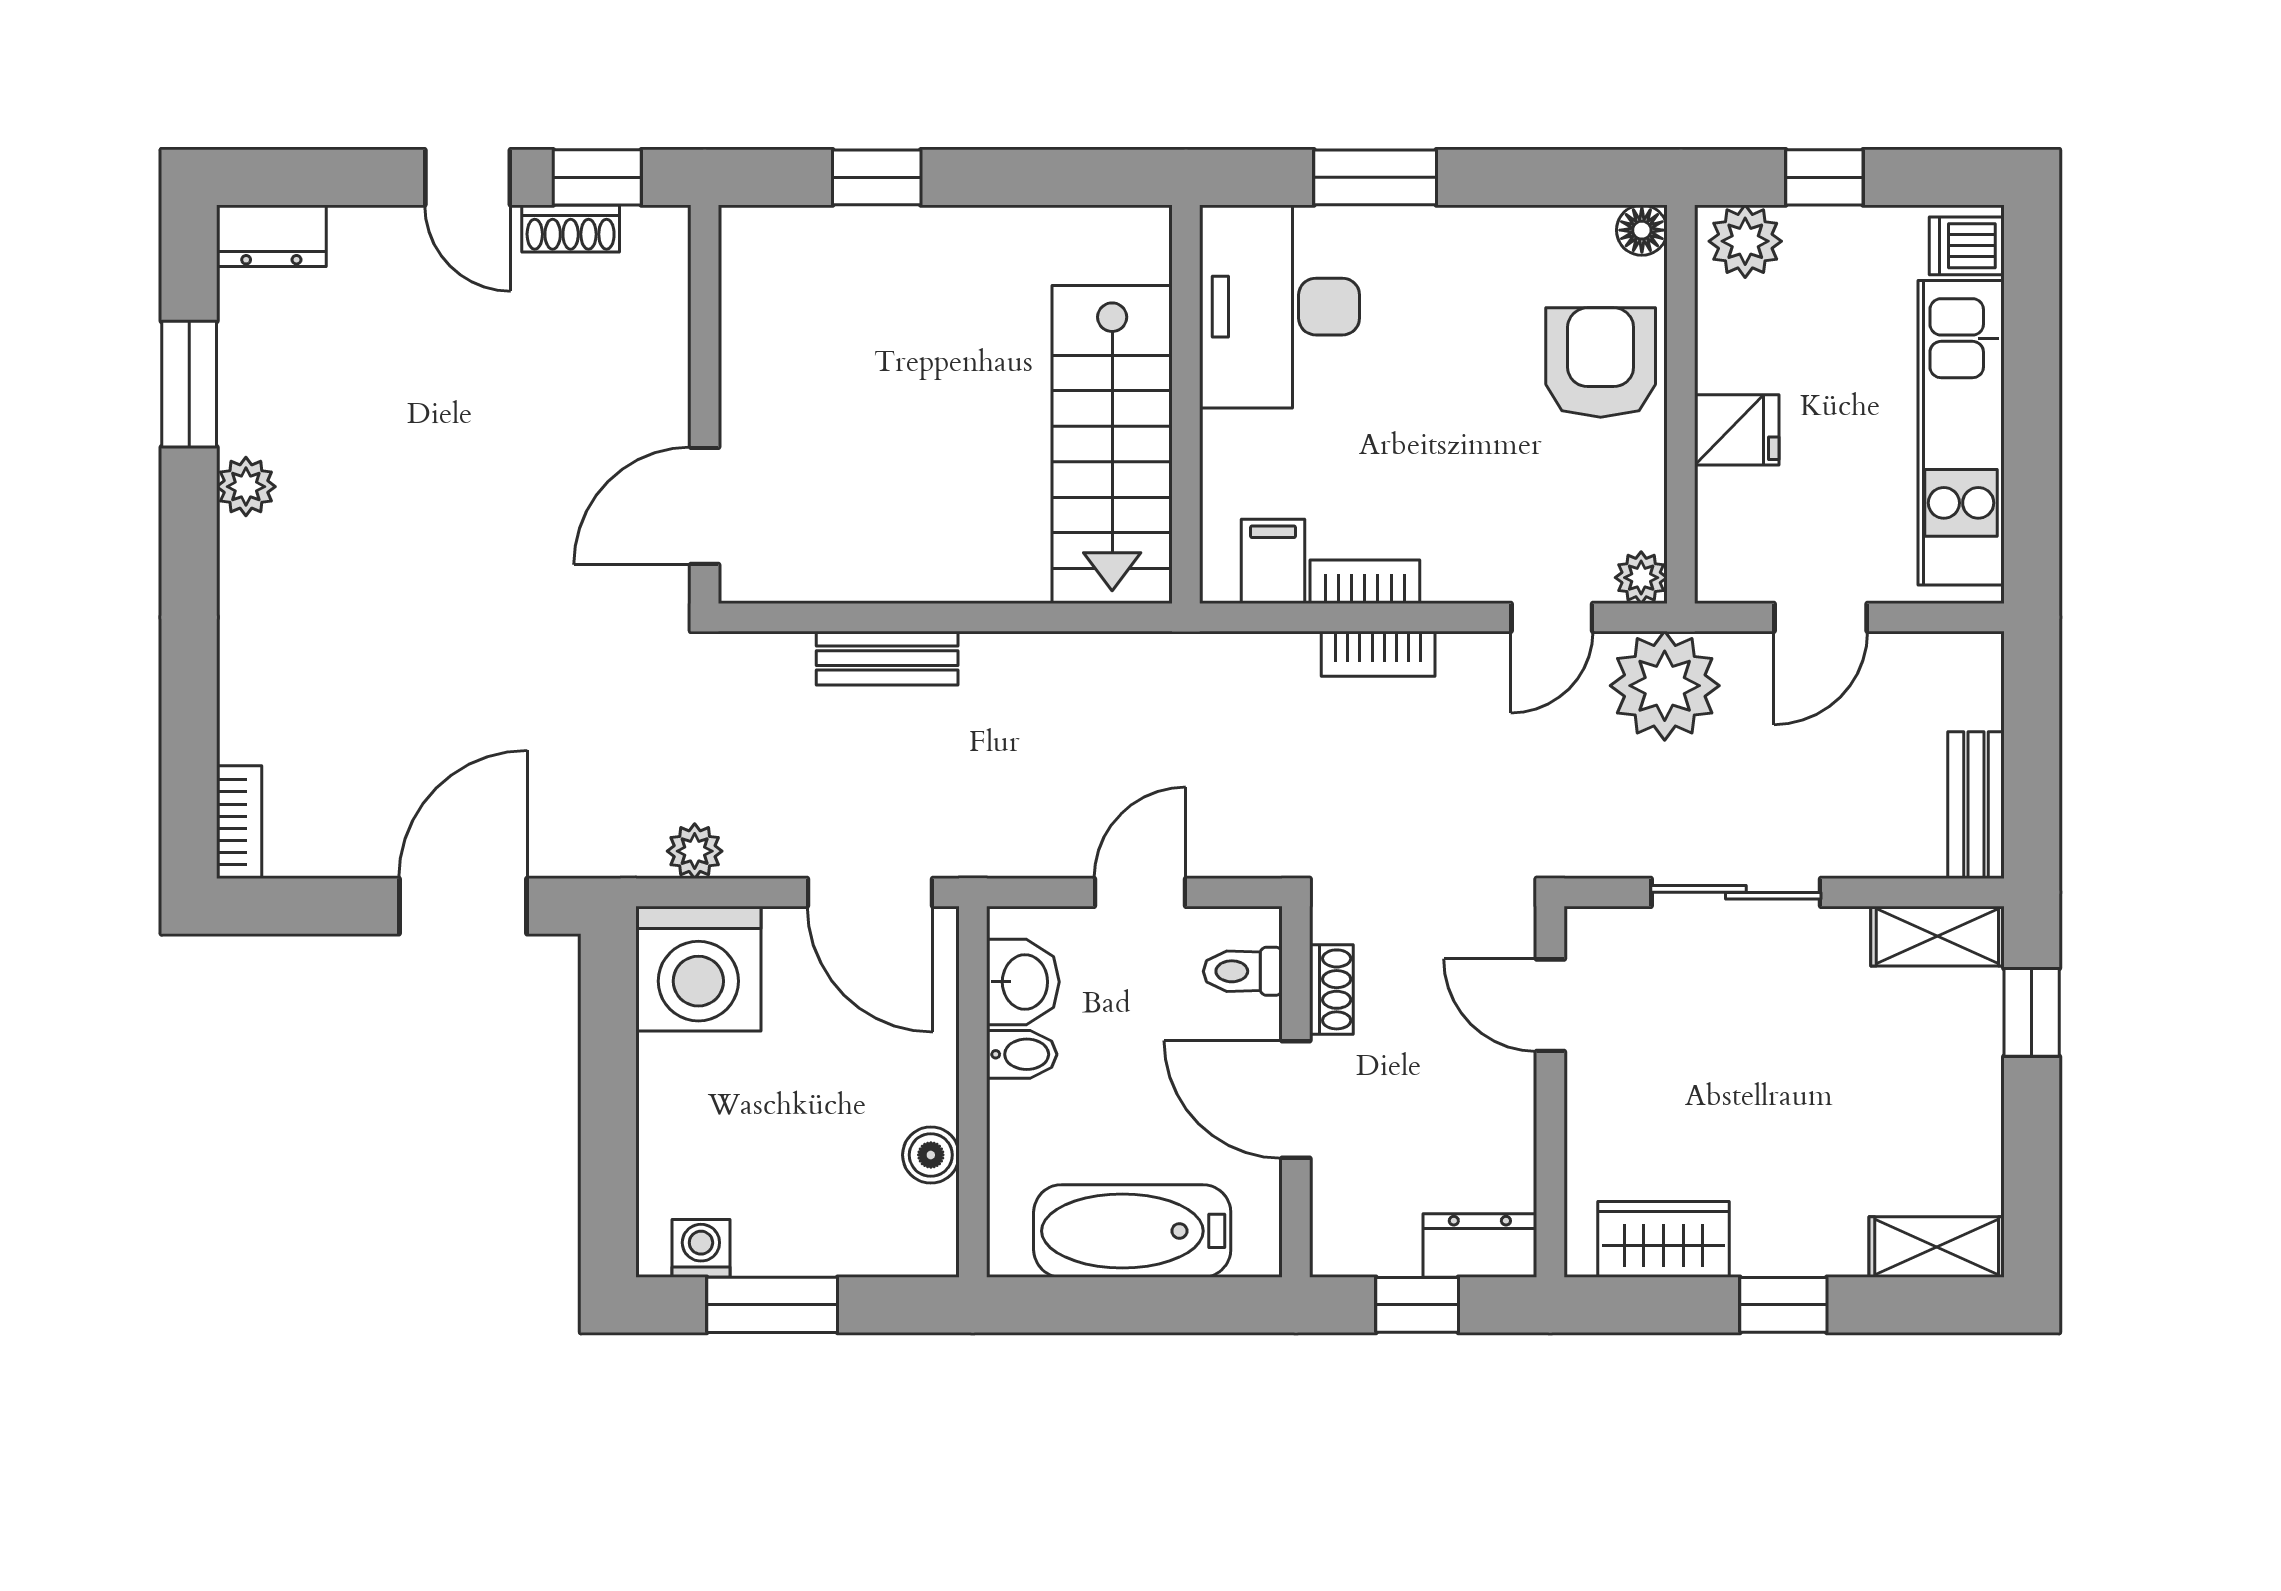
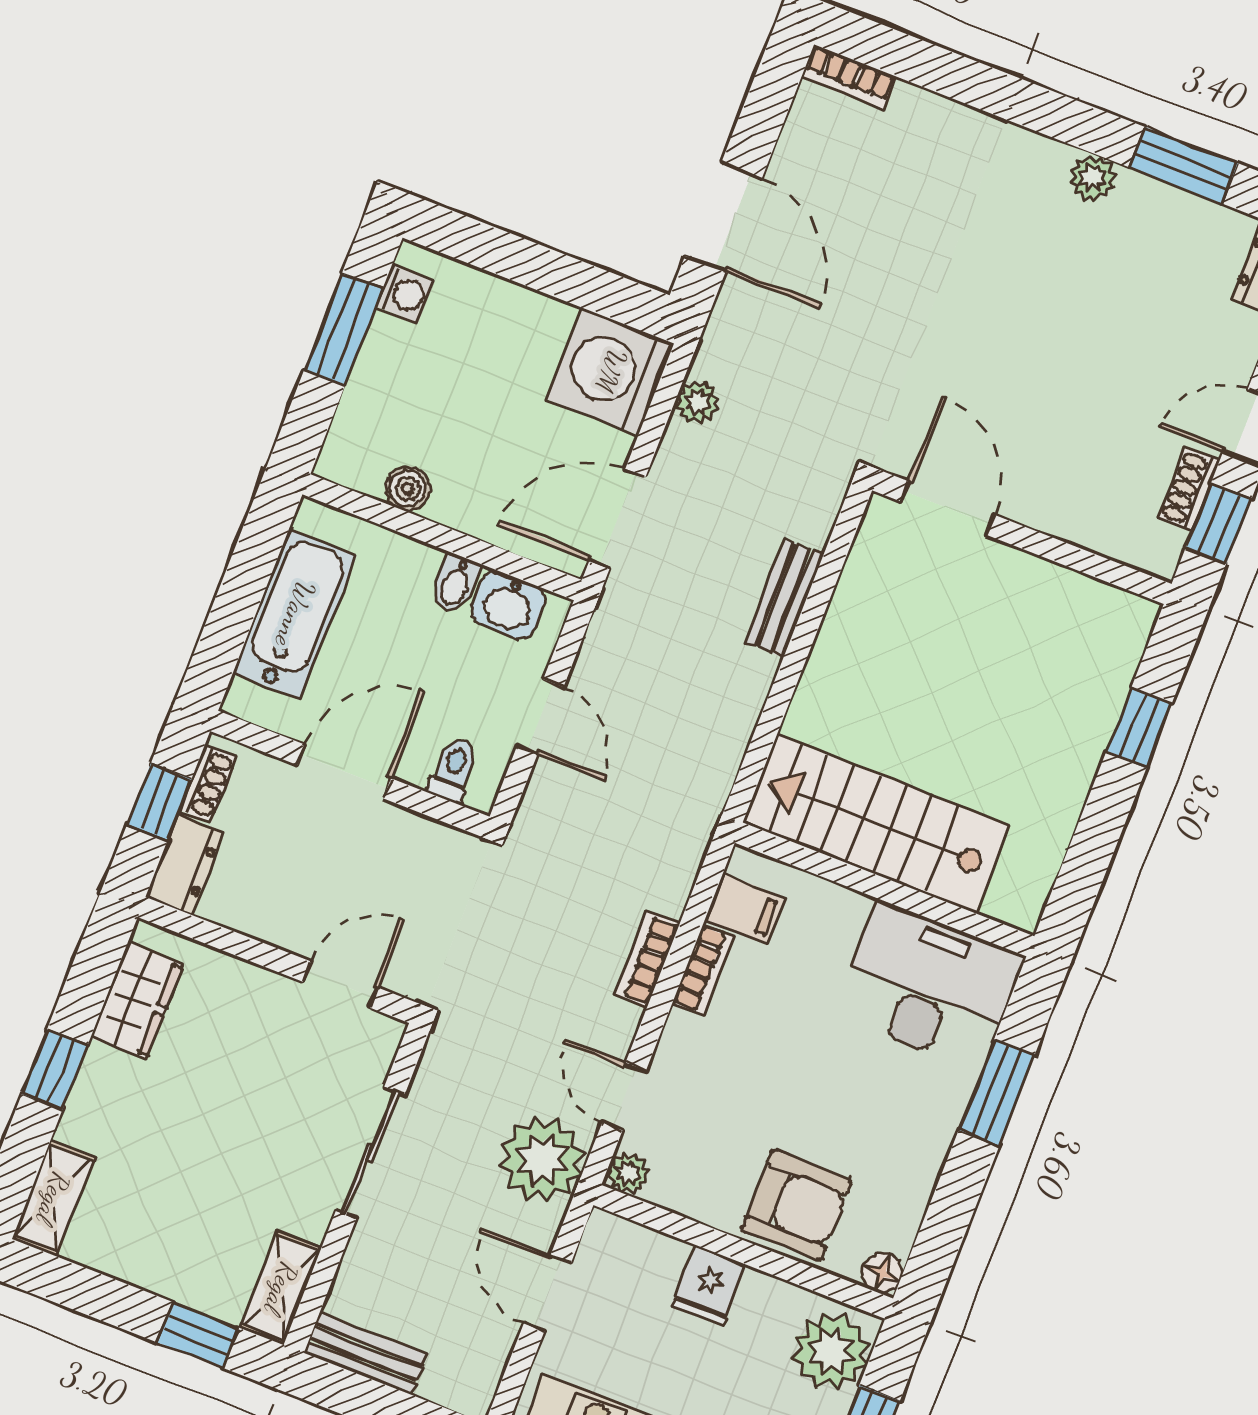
plant: (1745, 241) -> (831, 1351), width x1.36, depth x1.36
shoe rack: (1331, 989) -> (208, 783), moved, turned -90

